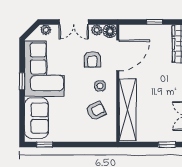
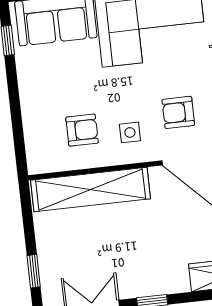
armchair: (96, 111) -> (82, 130), turned -64

